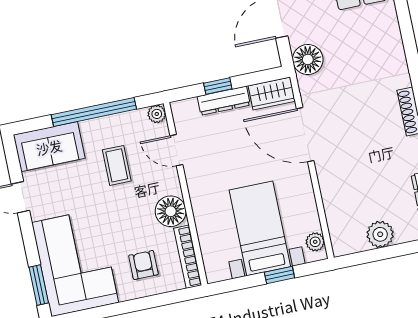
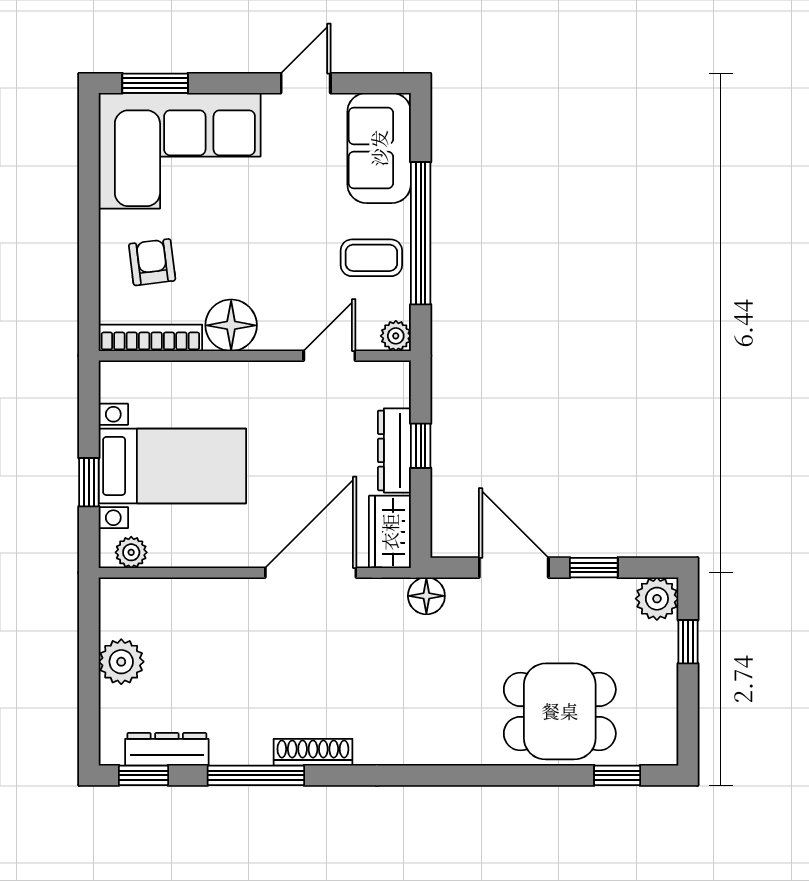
floor lamp: (308, 59) -> (426, 596), width x0.73, depth x0.73
coffee table: (117, 165) -> (371, 258), moved
armchair: (143, 265) -> (152, 262), turned -97

